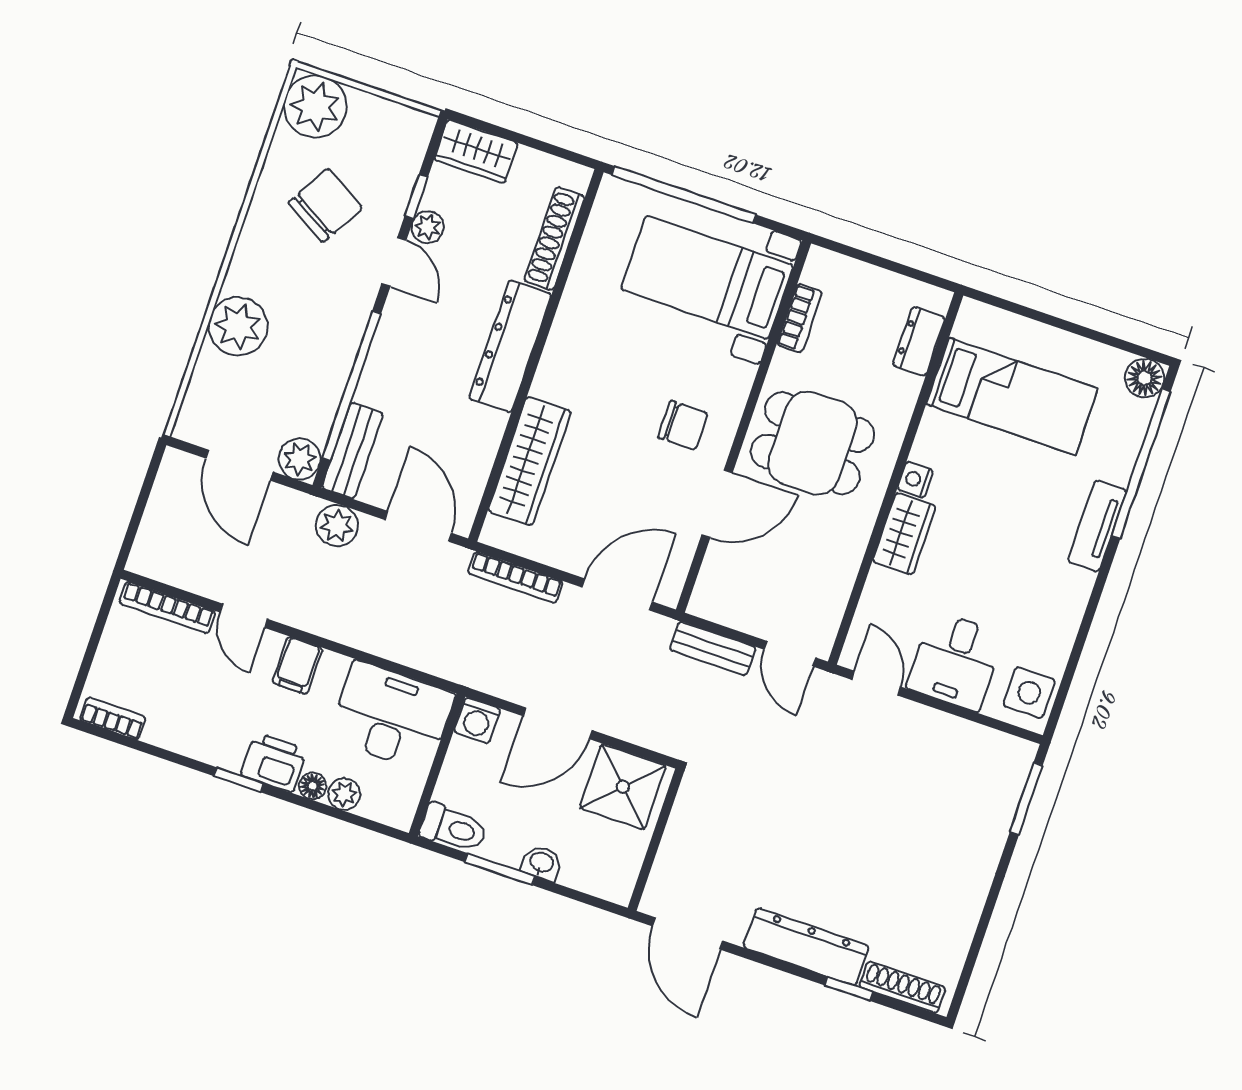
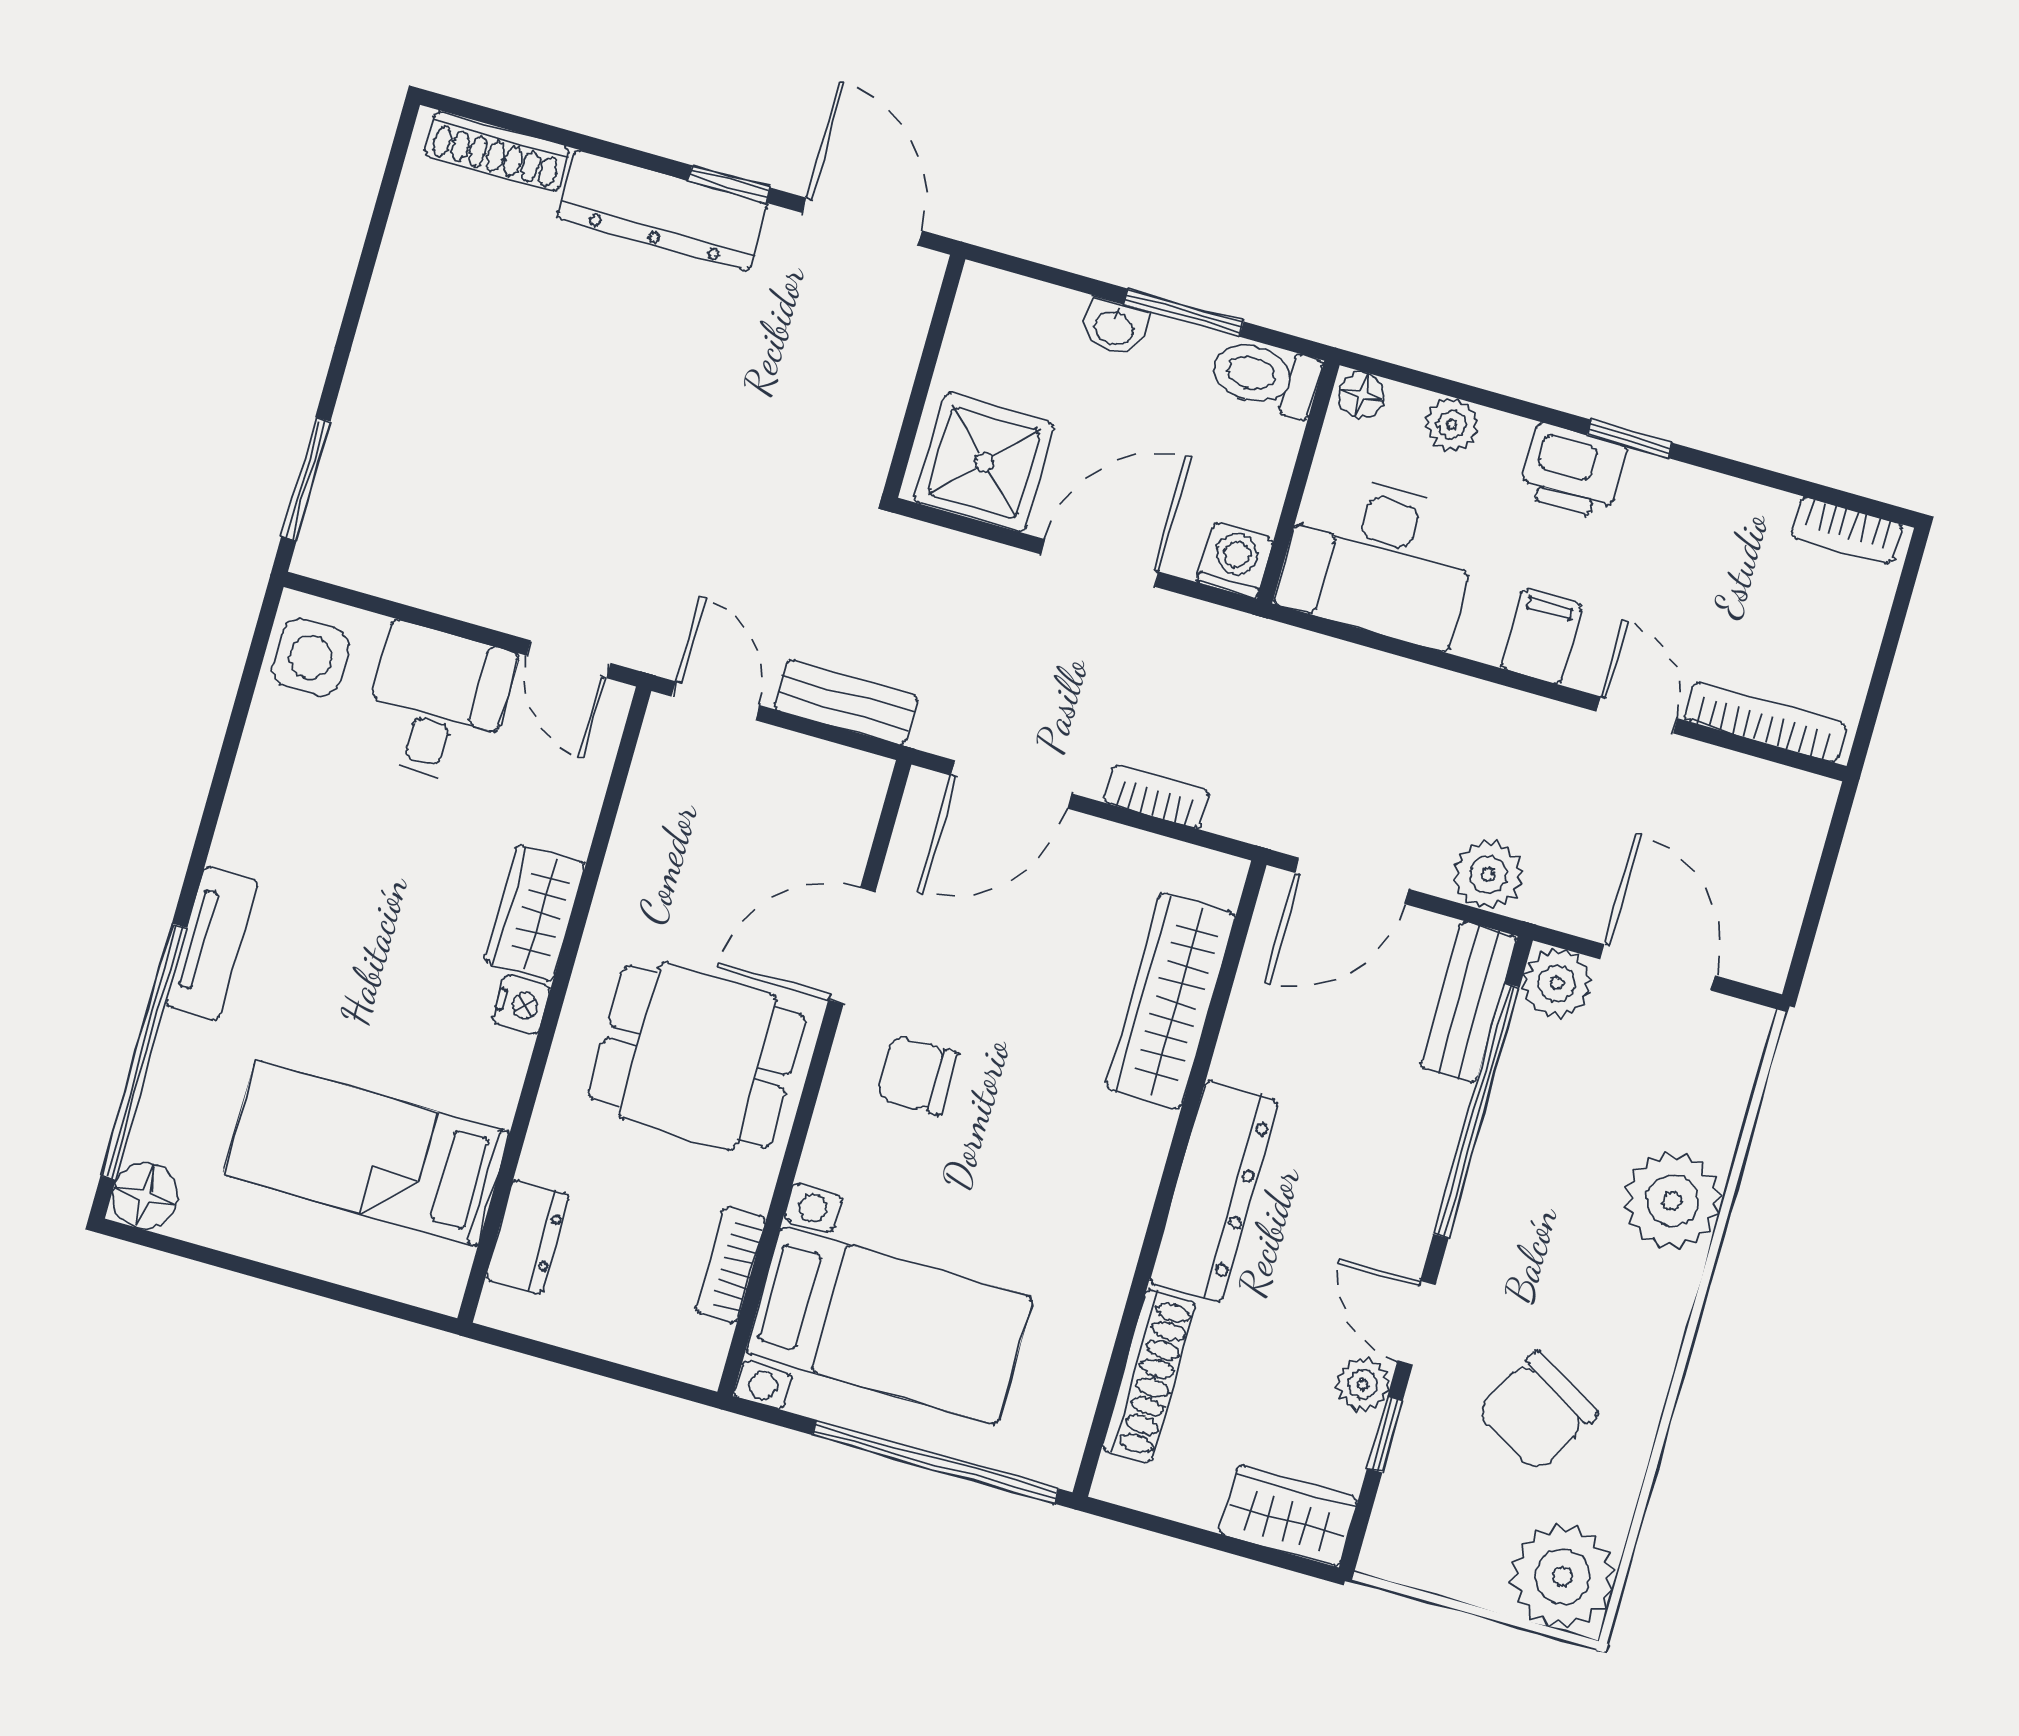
door: (418, 526) -> (1352, 881), hinge flipped
bookcase: (515, 577) -> (1156, 796), width x0.64
floor lamp: (313, 786) -> (1362, 395), moved
window: (849, 989) -> (729, 184), moved

